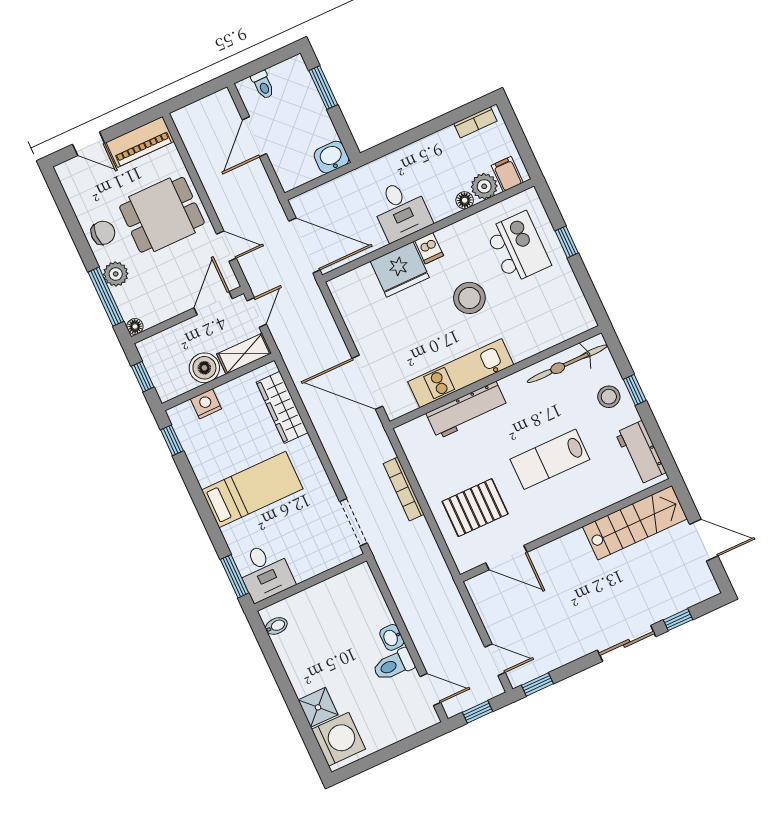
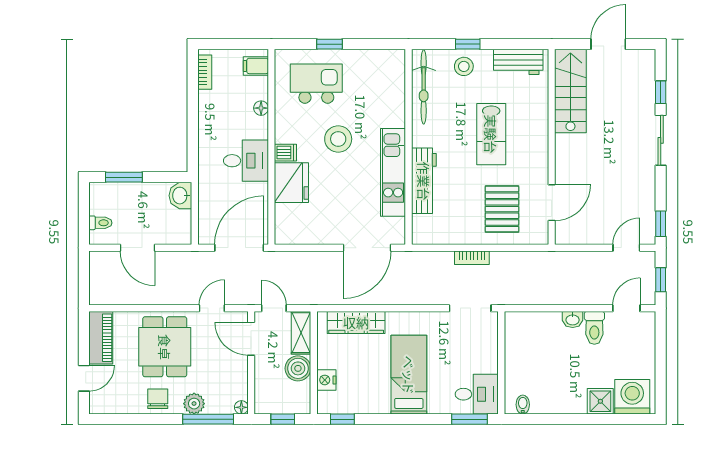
plant: (484, 186) -> (257, 88), removed
bookcase: (404, 489) -> (472, 258), width x0.64

